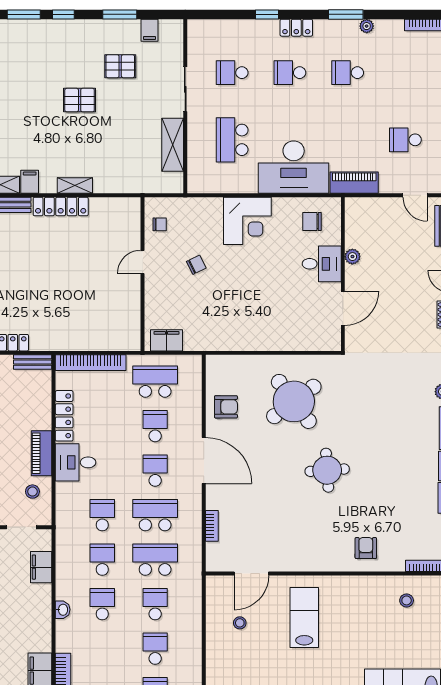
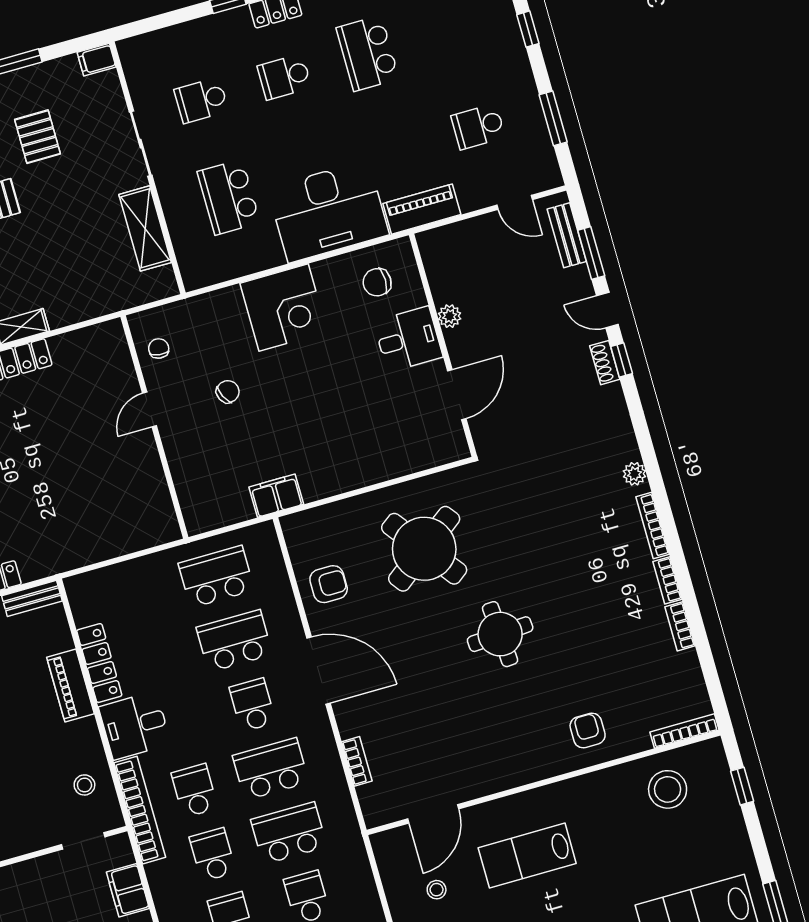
filing cabinet: (150, 30) -> (97, 60), moved, turned 90
pallet: (120, 66) -> (38, 137), turned 90
school desk: (348, 73) -> (368, 53), width x1.85
chair: (160, 224) -> (159, 348), turned -83
filing cabinet: (166, 340) -> (276, 496), moved
bookcase: (91, 363) -> (140, 810), moved, turned -90
school desk: (155, 426) -> (234, 641), width x1.85
piano: (42, 453) -> (71, 686), moved
stool: (407, 600) -> (668, 789), width x1.89, depth x1.89
lab bench: (304, 617) -> (527, 856), turned -90

